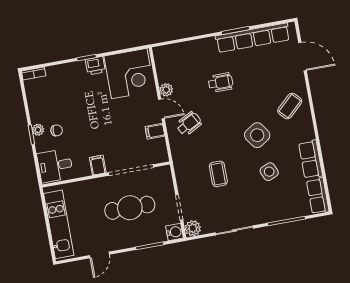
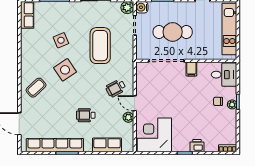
printer: (95, 66) -> (197, 146), moved
filing cabinet: (155, 131) -> (143, 87), removed
row of seats: (311, 159) -> (107, 145), moved, turned -90
coffee table: (218, 174) -> (100, 46), width x1.86, depth x1.72

